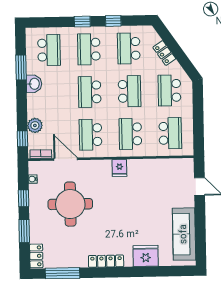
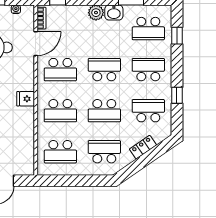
window: (82, 22) -> (177, 36), moved
plant: (35, 125) -> (96, 13), moved
school desk: (130, 134) -> (60, 111), turned 180
school desk: (90, 135) -> (60, 70), turned 180

